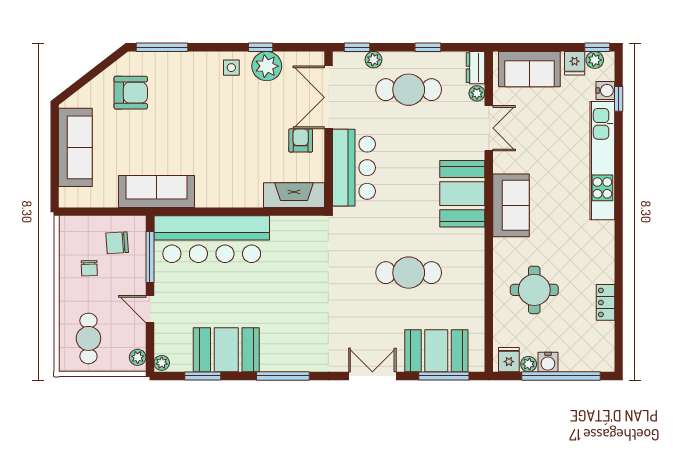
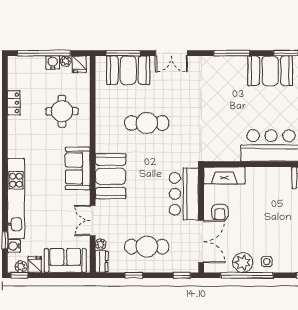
window: (261, 47) -> (247, 275), width x3.17
plant: (373, 60) -> (171, 267), removed

